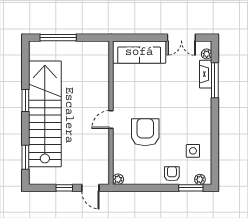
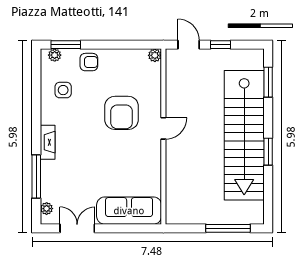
fireplace: (206, 74) -> (48, 142), moved
armchair: (172, 174) -> (89, 62), turned -90

